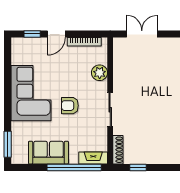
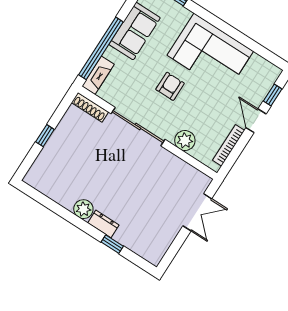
sliding door: (110, 110) -> (138, 127), width x1.37
window: (138, 168) -> (45, 136), moved

